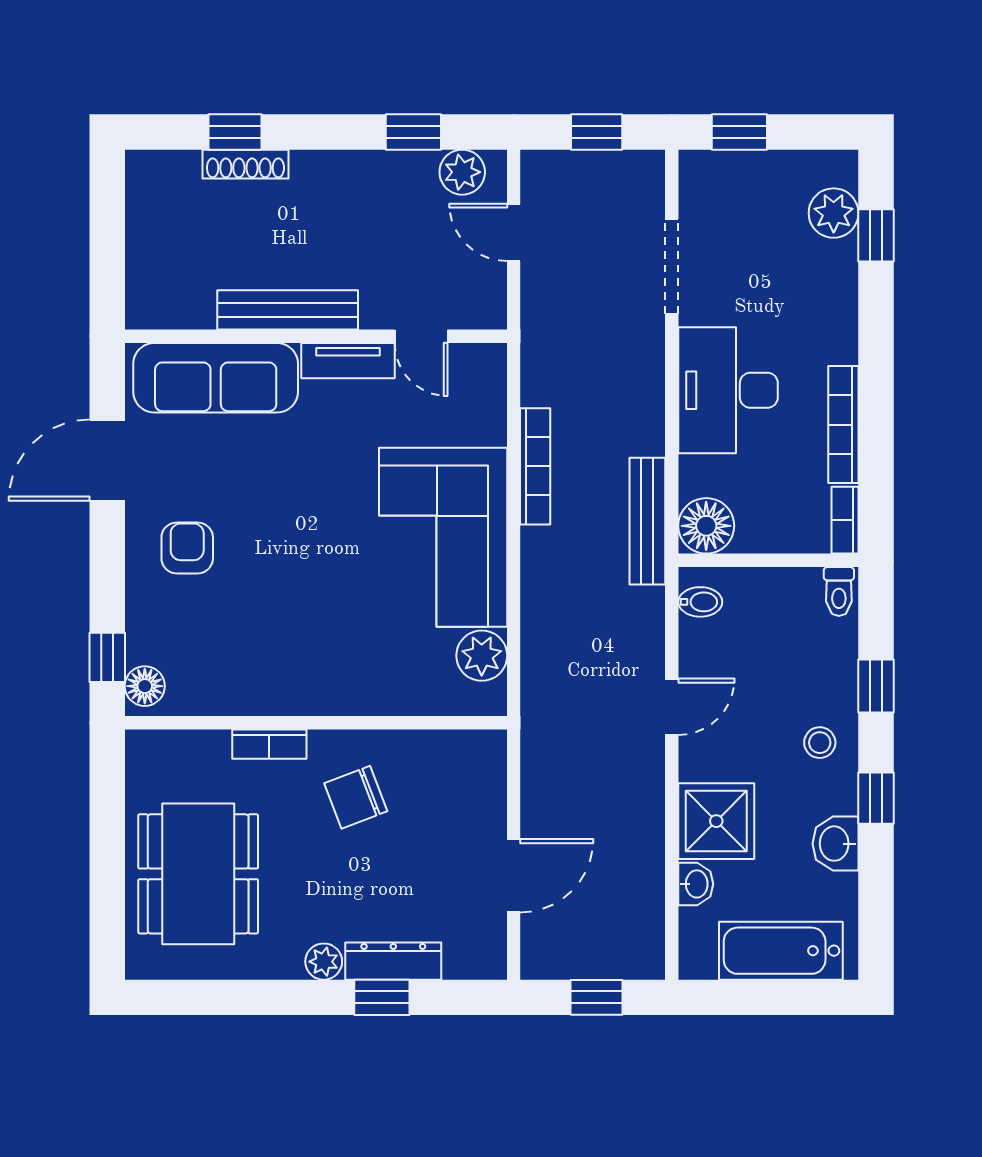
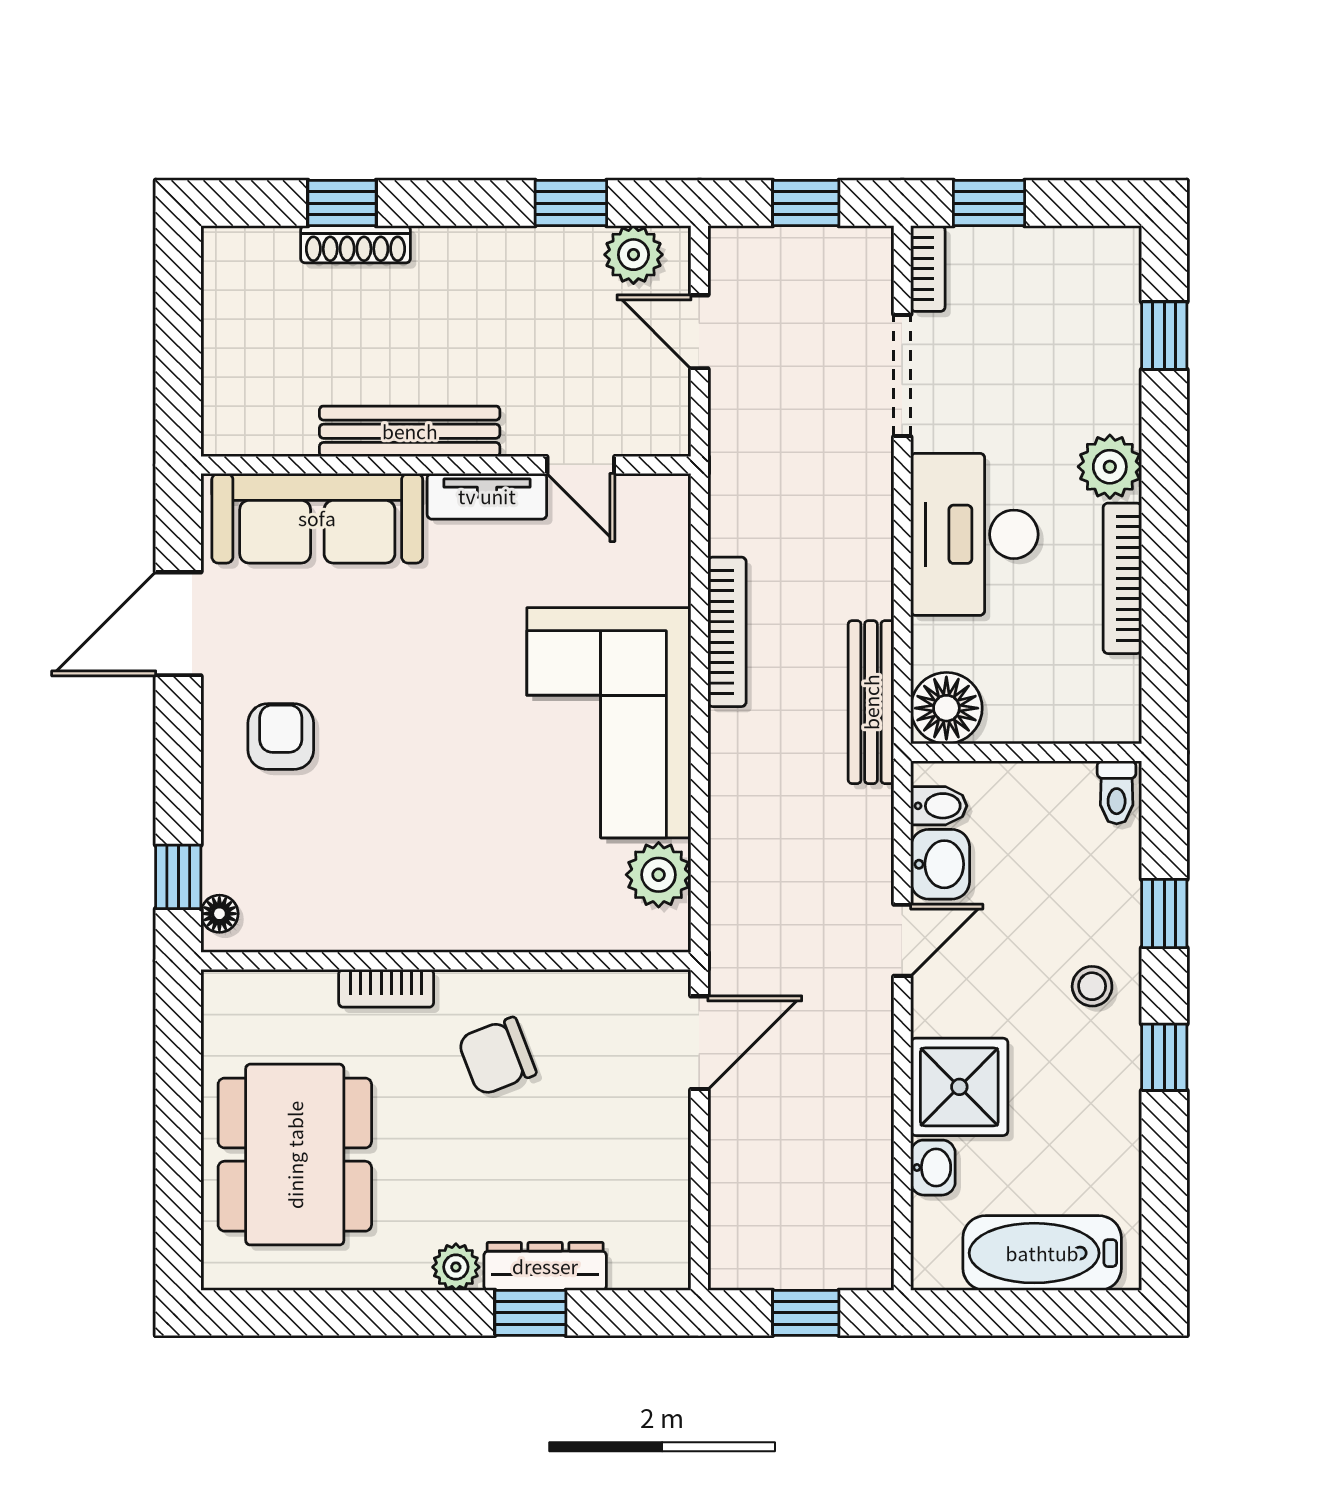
plant: (834, 213) -> (1110, 467), moved
bookcase: (845, 520) -> (928, 268), moved, turned 180
floor lamp: (145, 686) -> (219, 914), width x0.73, depth x0.73
washbasin: (835, 844) -> (940, 864), moved, turned 180
door: (514, 876) -> (699, 1043), moved

